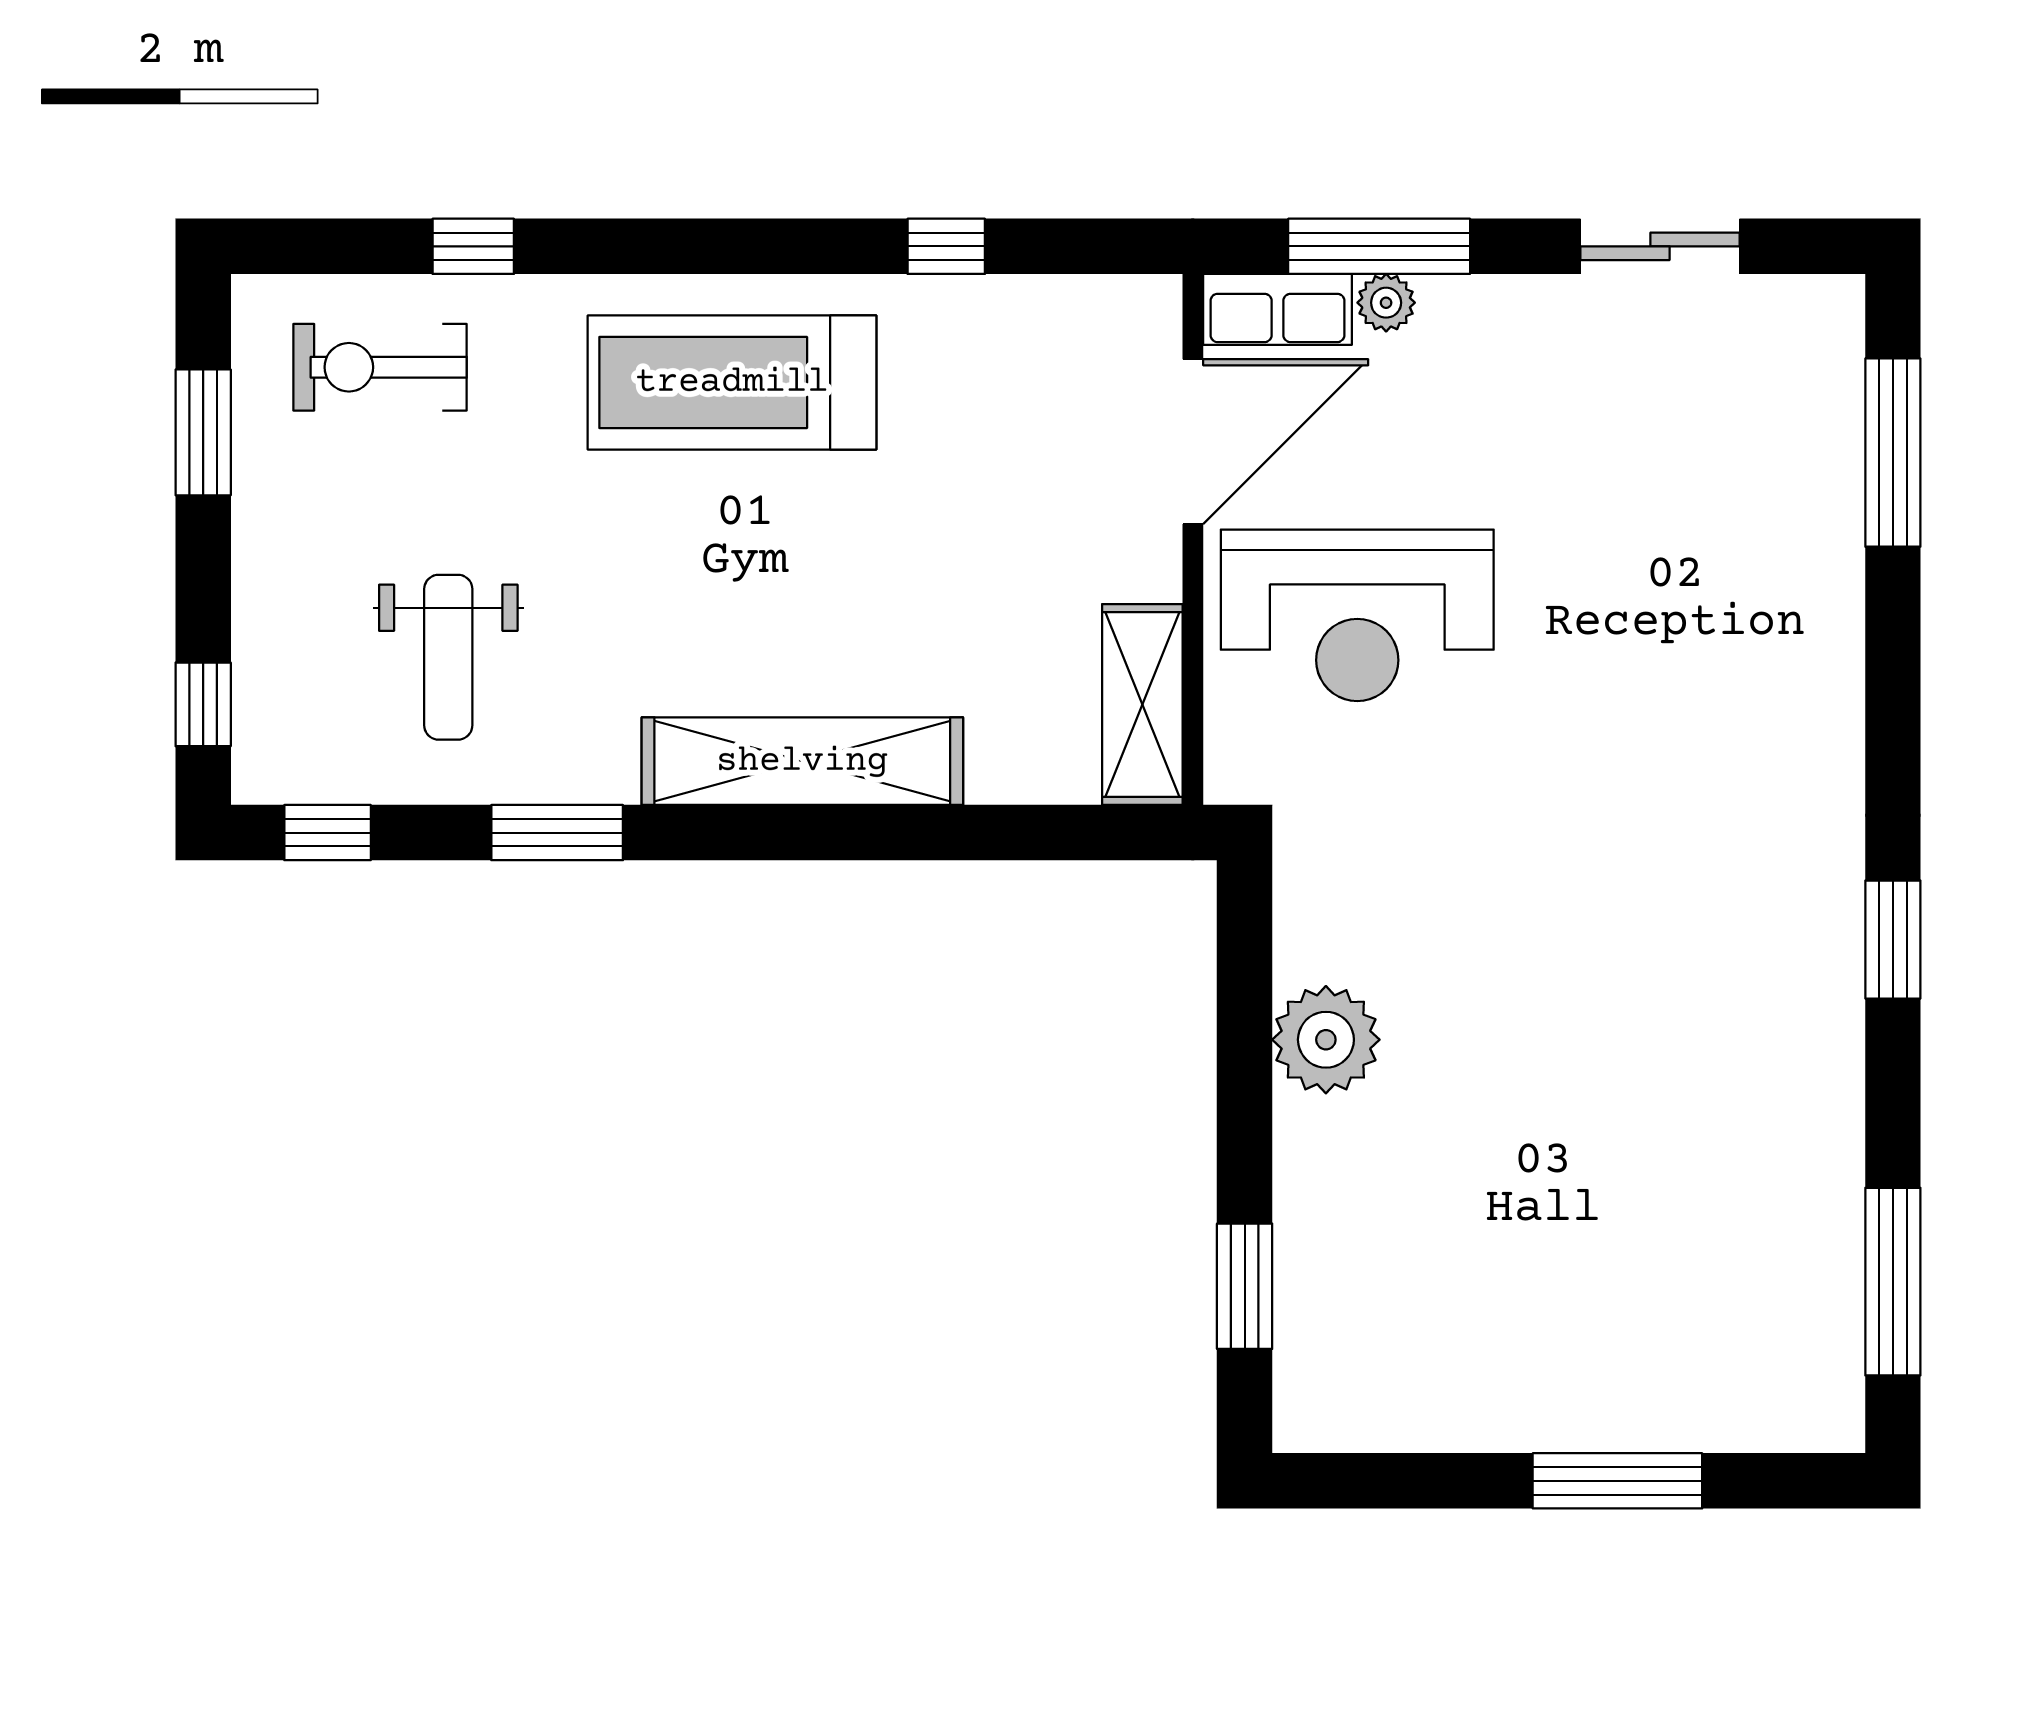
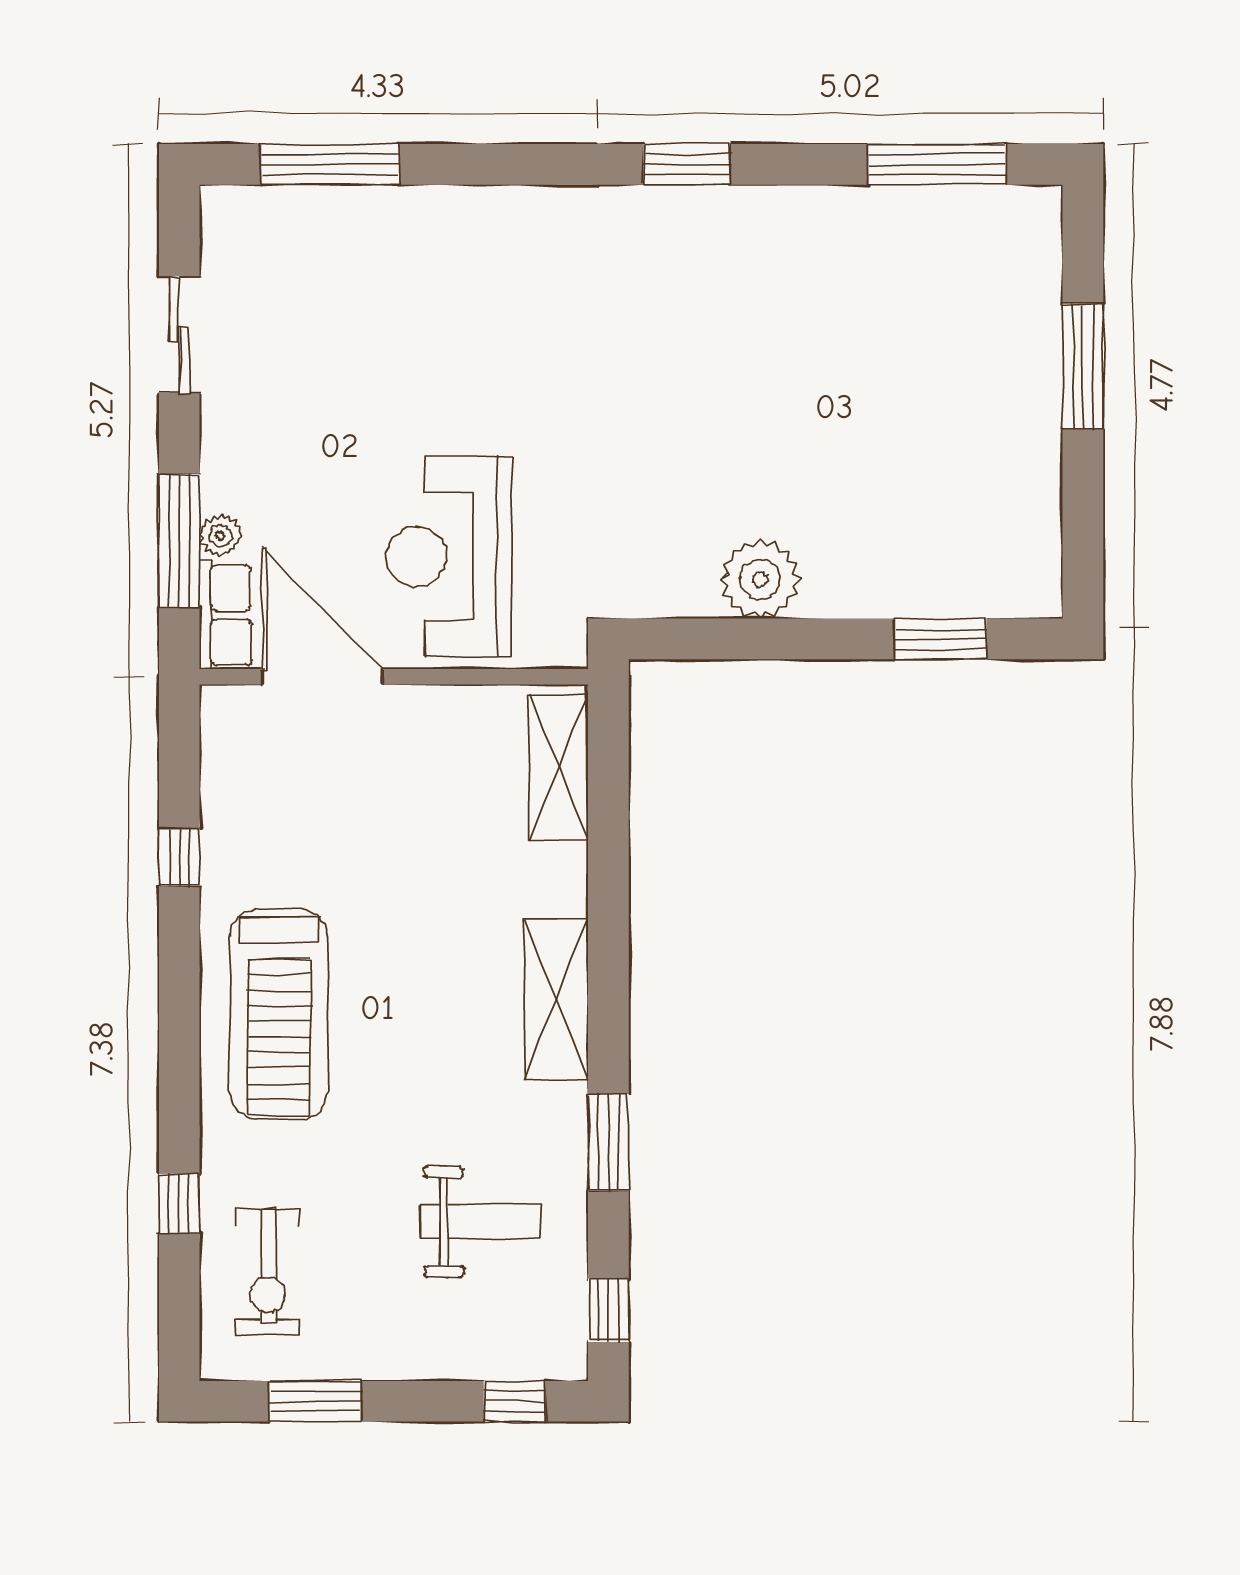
reception desk: (1357, 615) -> (449, 556), turned 180
shelving: (1142, 705) -> (559, 767), moved, turned 90
shelving: (802, 761) -> (556, 1000), width x0.68

